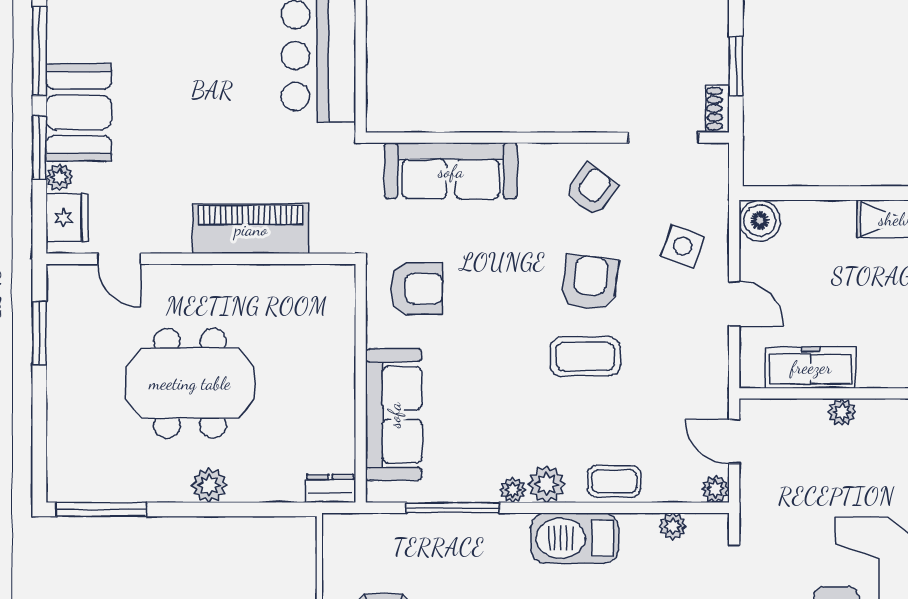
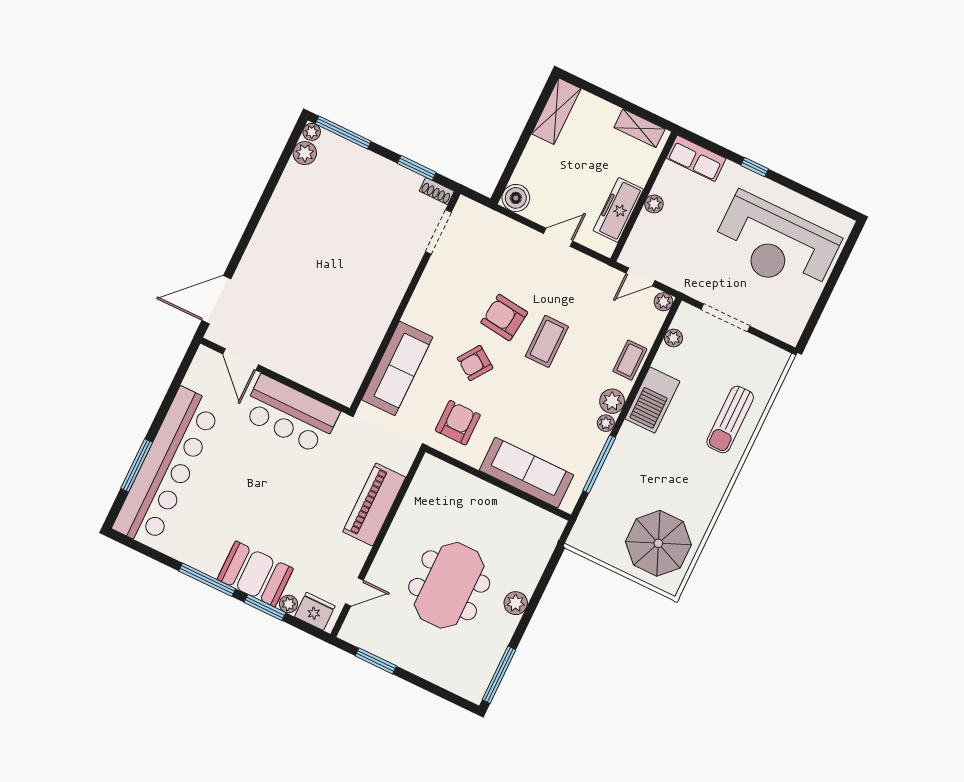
armchair: (591, 190) -> (475, 363), moved, turned -92
side table: (683, 246) -> (509, 251), removed
dresser: (330, 488) -> (552, 532), removed

